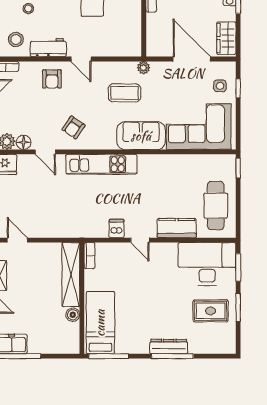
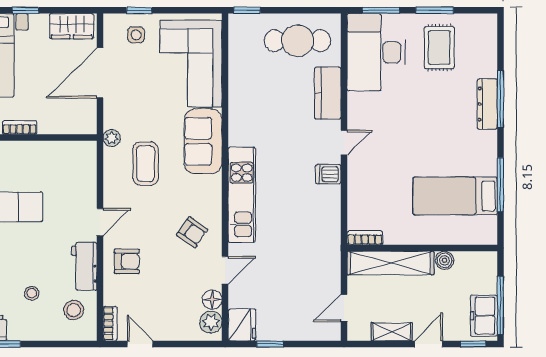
bookcase: (89, 256) -> (365, 238), moved
shelving: (71, 275) -> (390, 263), moved
wall: (82, 298) -> (422, 248), moved
boiler: (73, 315) -> (445, 260), moved

